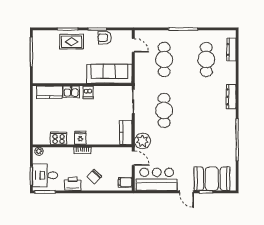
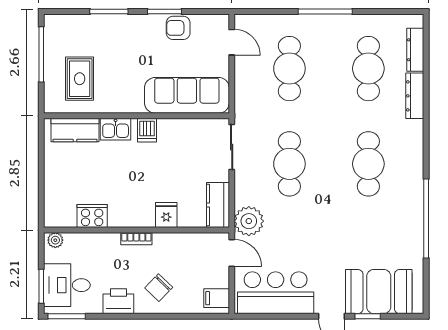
rug: (71, 42) -> (80, 79), moved, turned 90
dresser: (231, 97) -> (415, 96), moved
cafe table: (206, 110) -> (368, 164), added
fridge: (80, 138) -> (166, 215), moved

